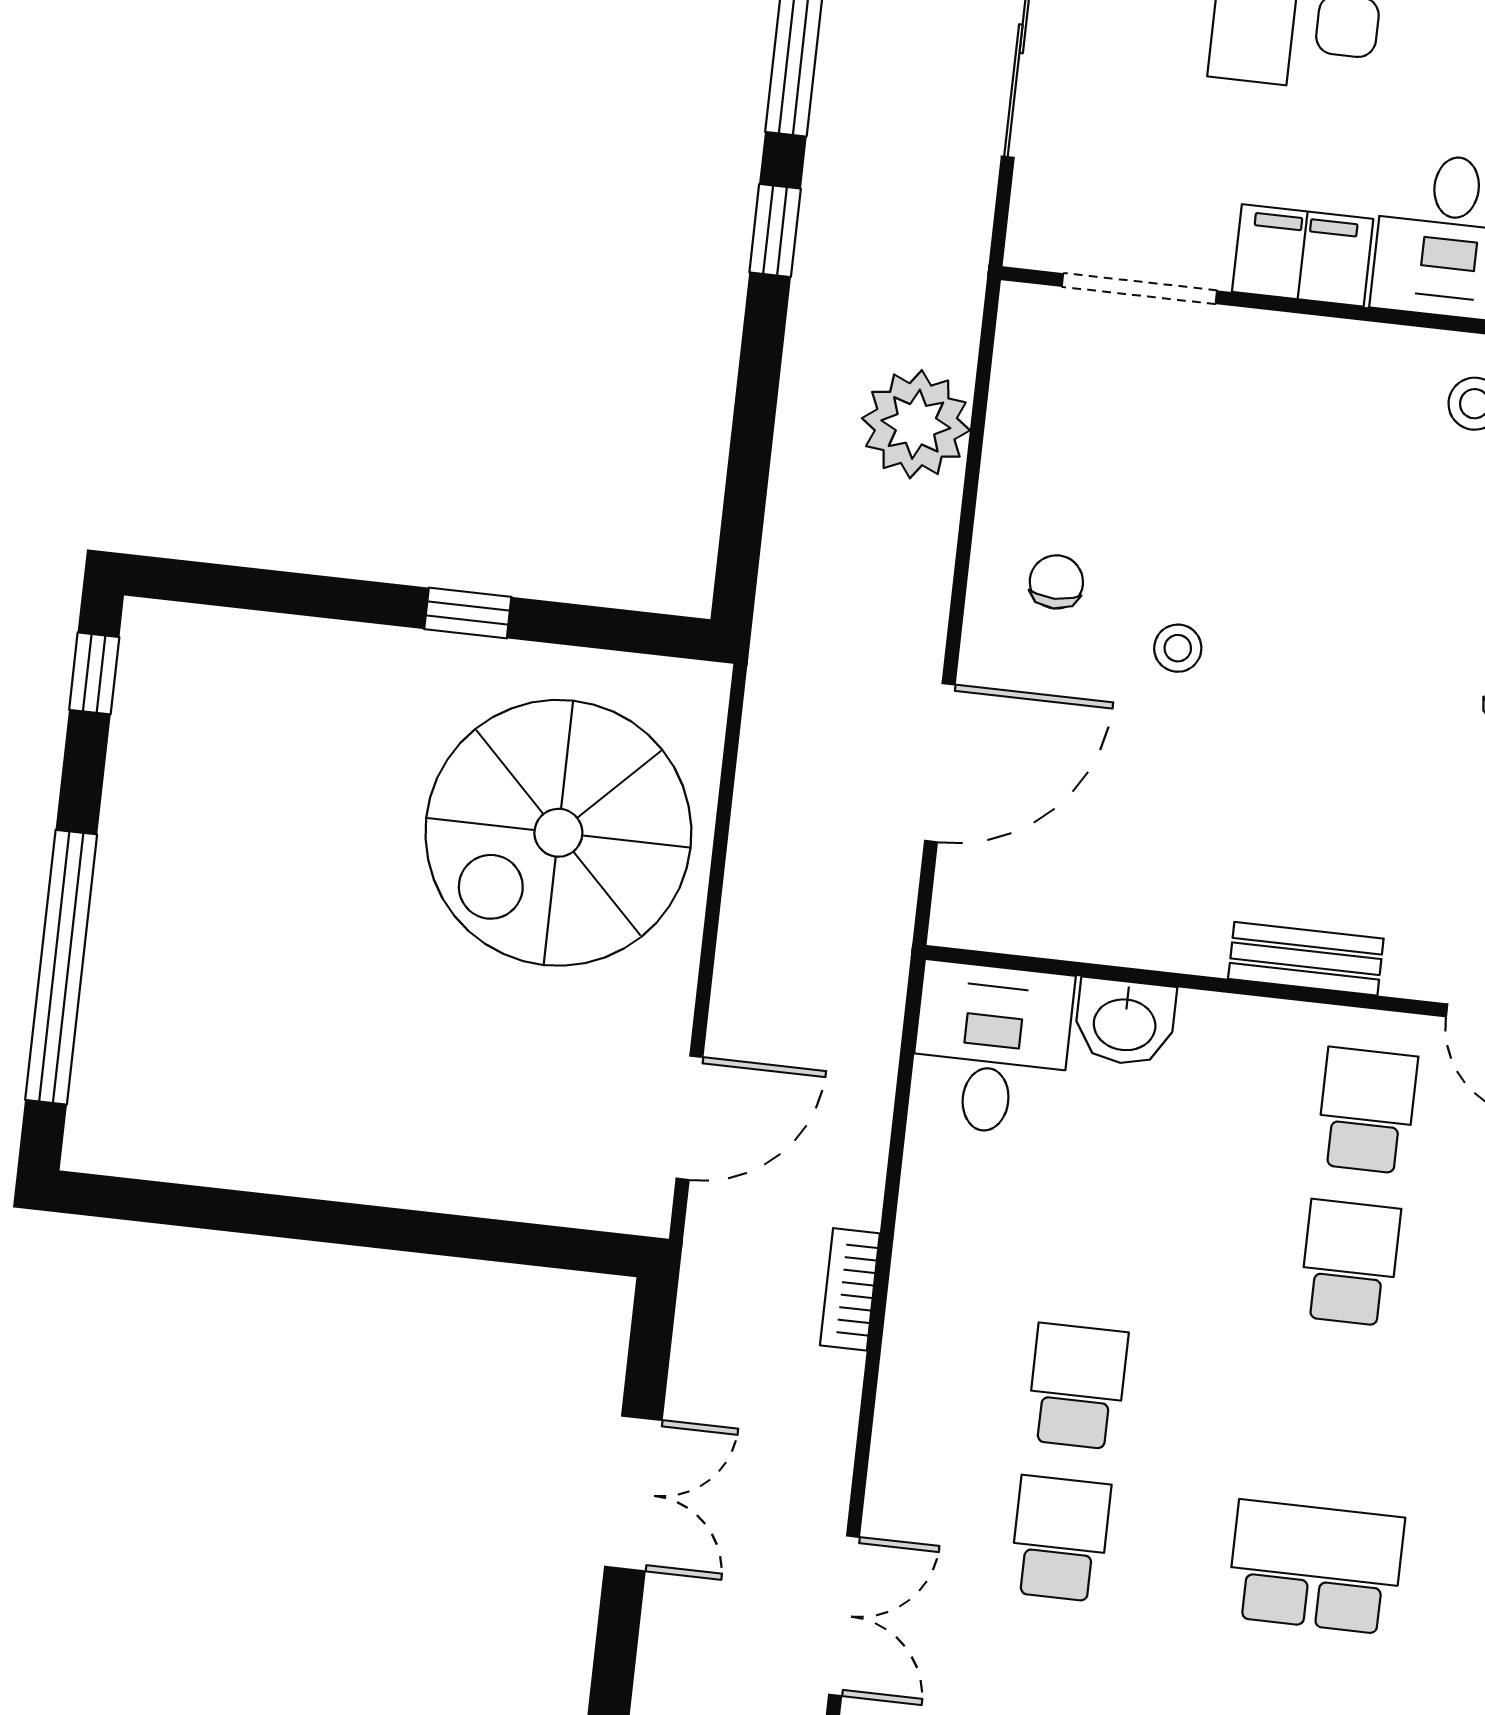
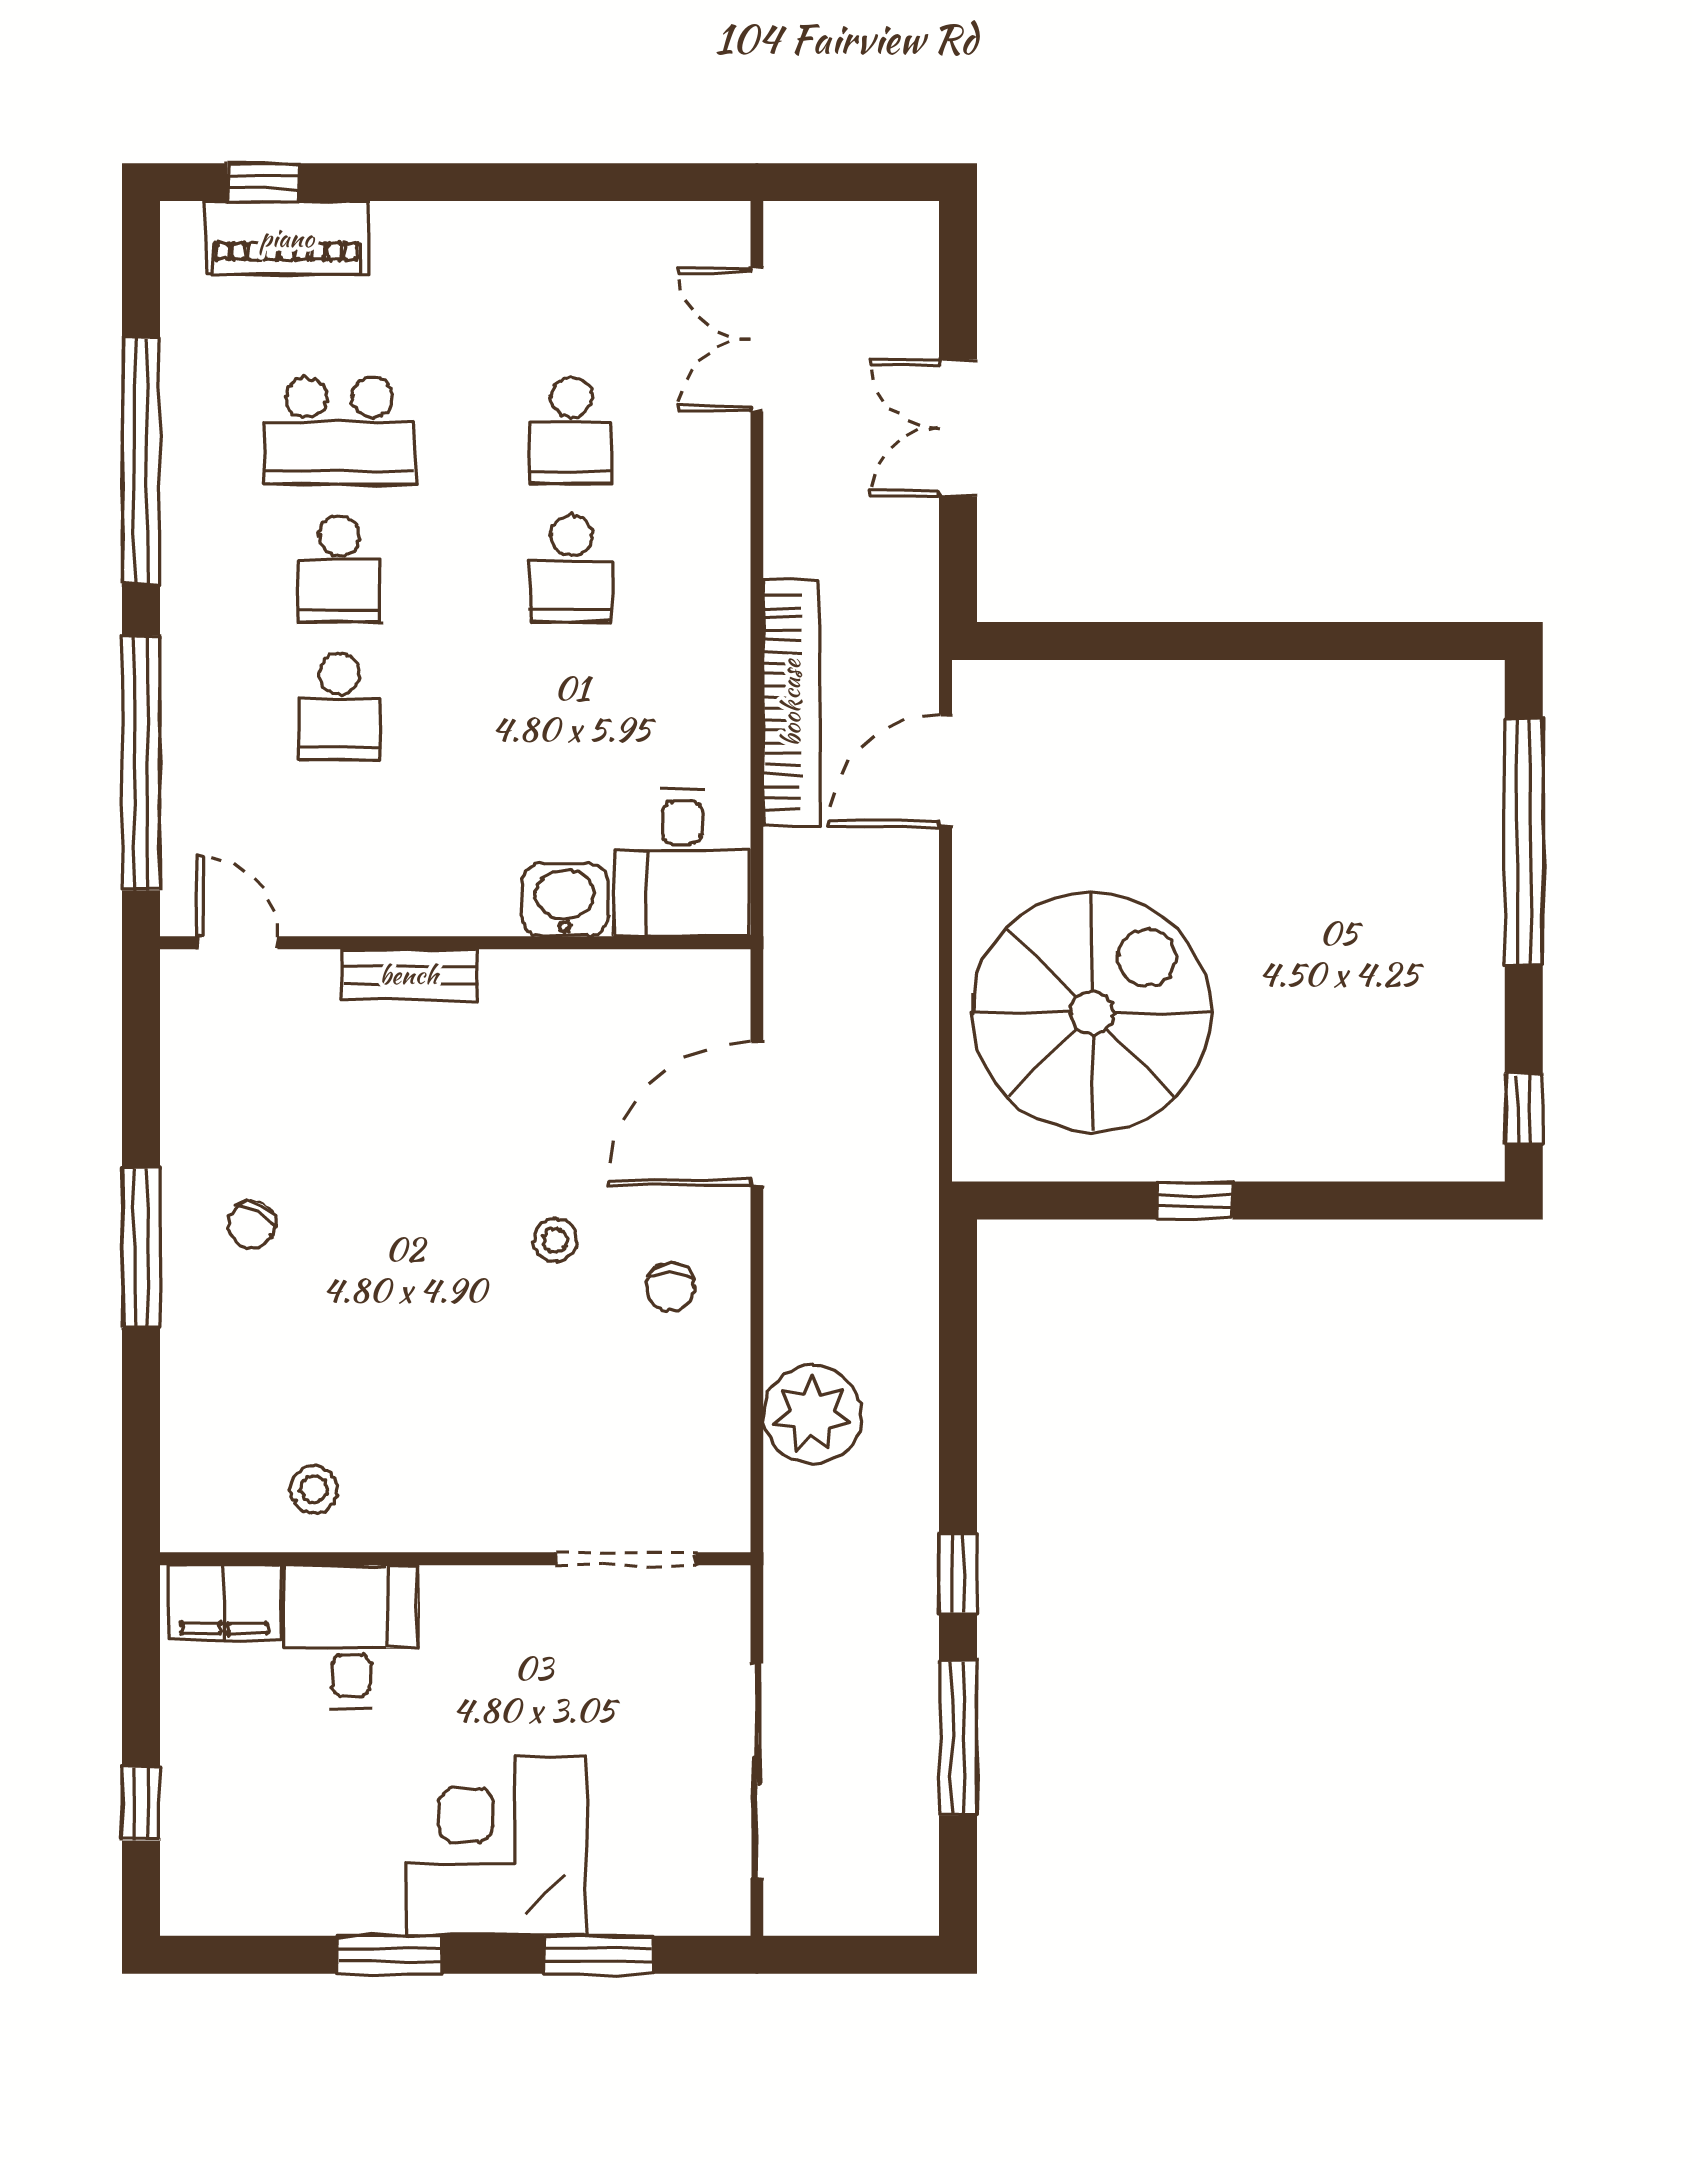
filing cabinet: (1303, 255) -> (483, 1605), removed
school desk: (1367, 1110) -> (339, 569), moved
bookcase: (850, 1289) -> (791, 703), width x2.31, depth x1.31

